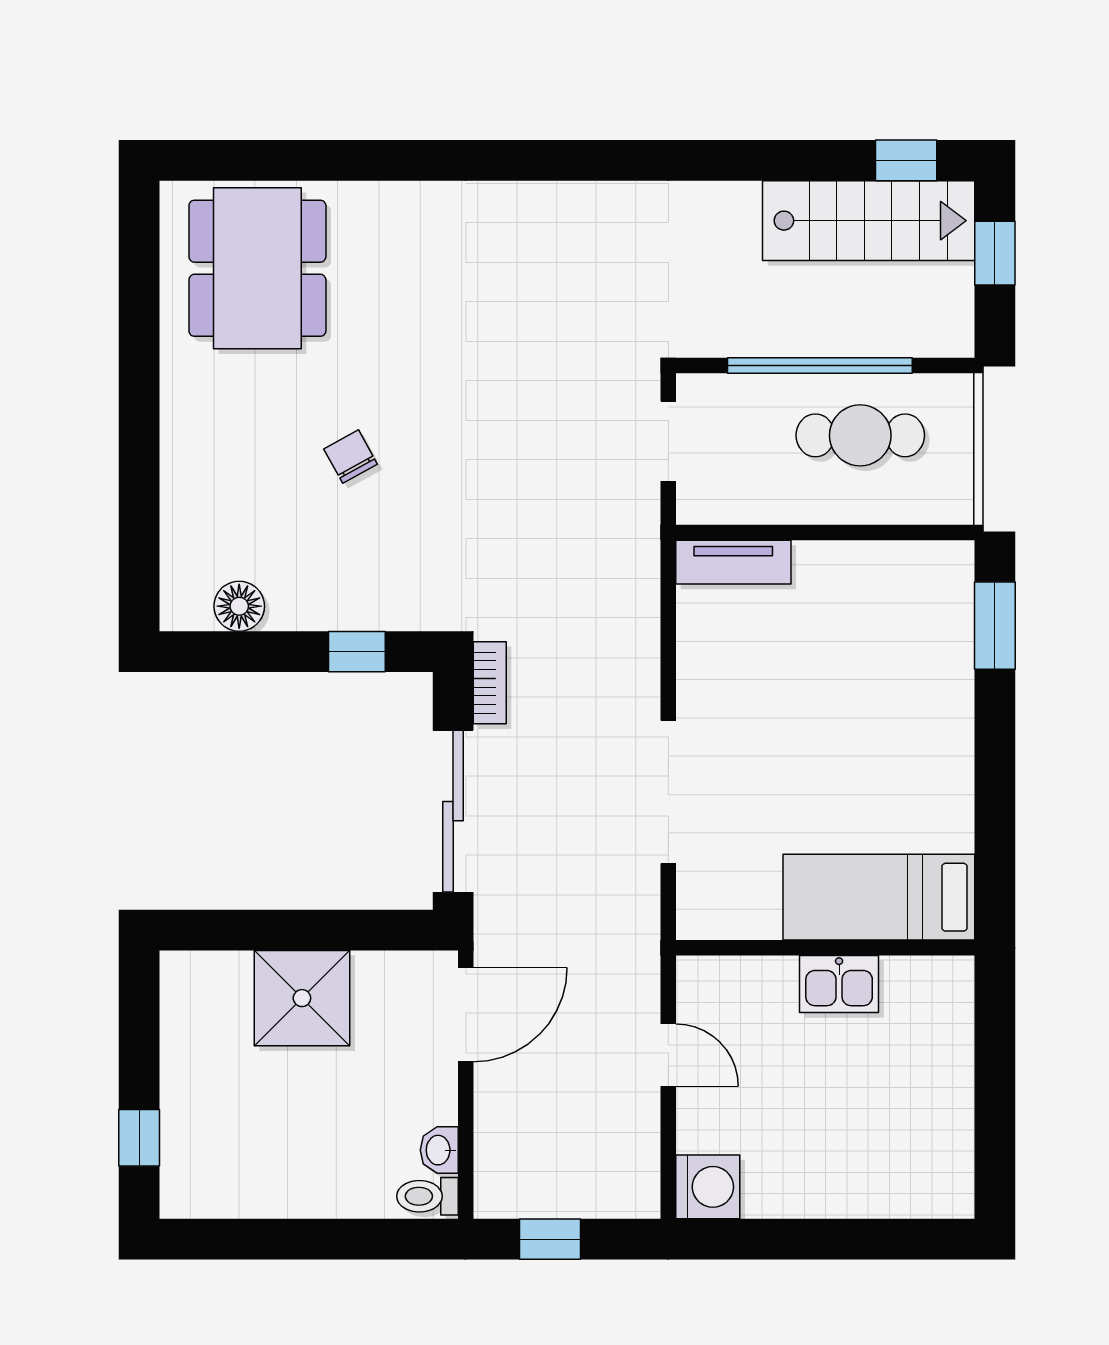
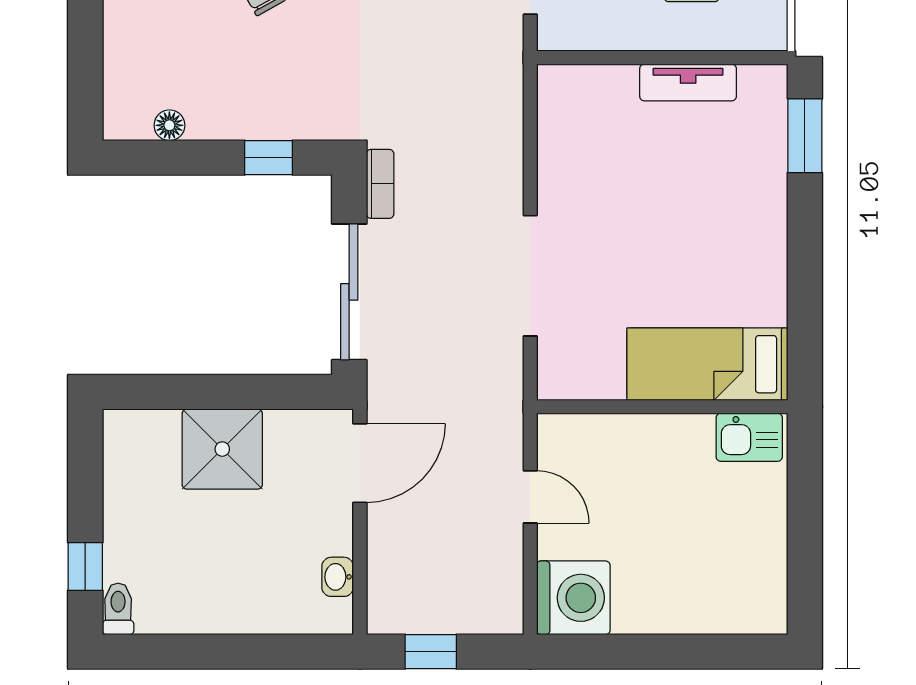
tv unit: (733, 562) -> (688, 82), moved
floor lamp: (239, 606) -> (169, 125), width x0.73, depth x0.73
kitchen sink: (839, 984) -> (749, 437), moved
washing machine: (708, 1187) -> (573, 598), width x1.37, depth x1.37
toilet: (427, 1196) -> (118, 609), moved, turned 90

